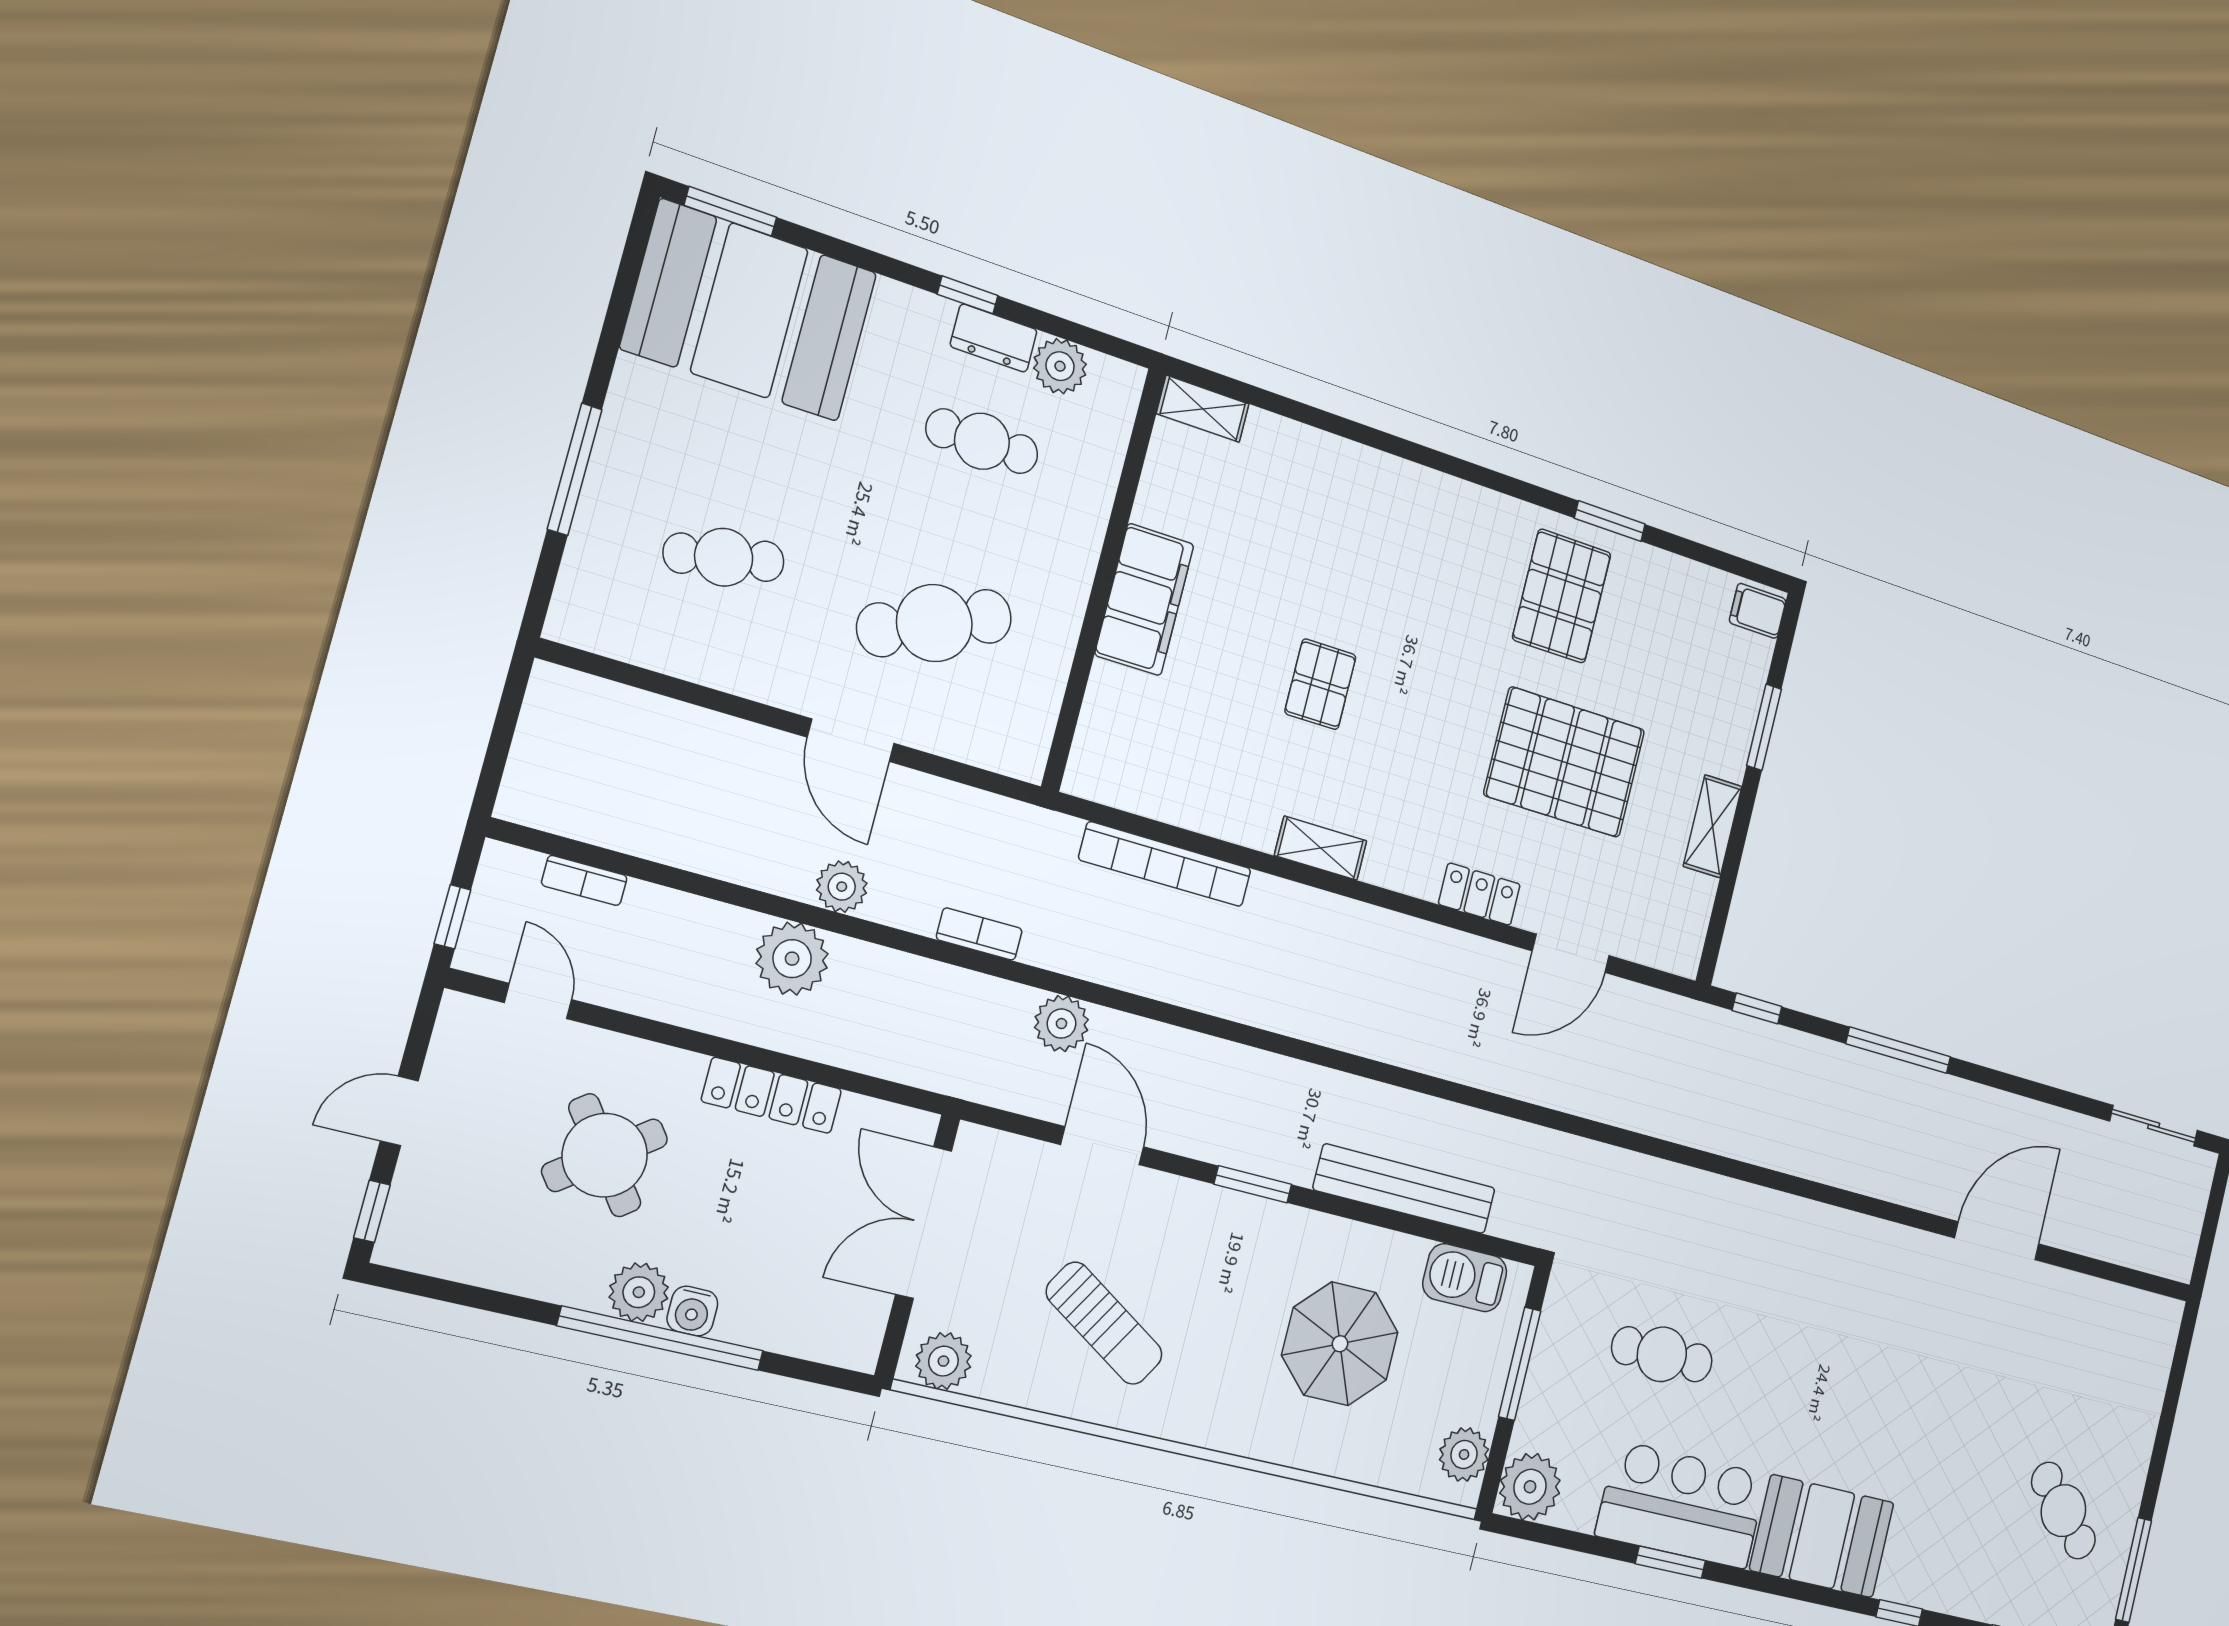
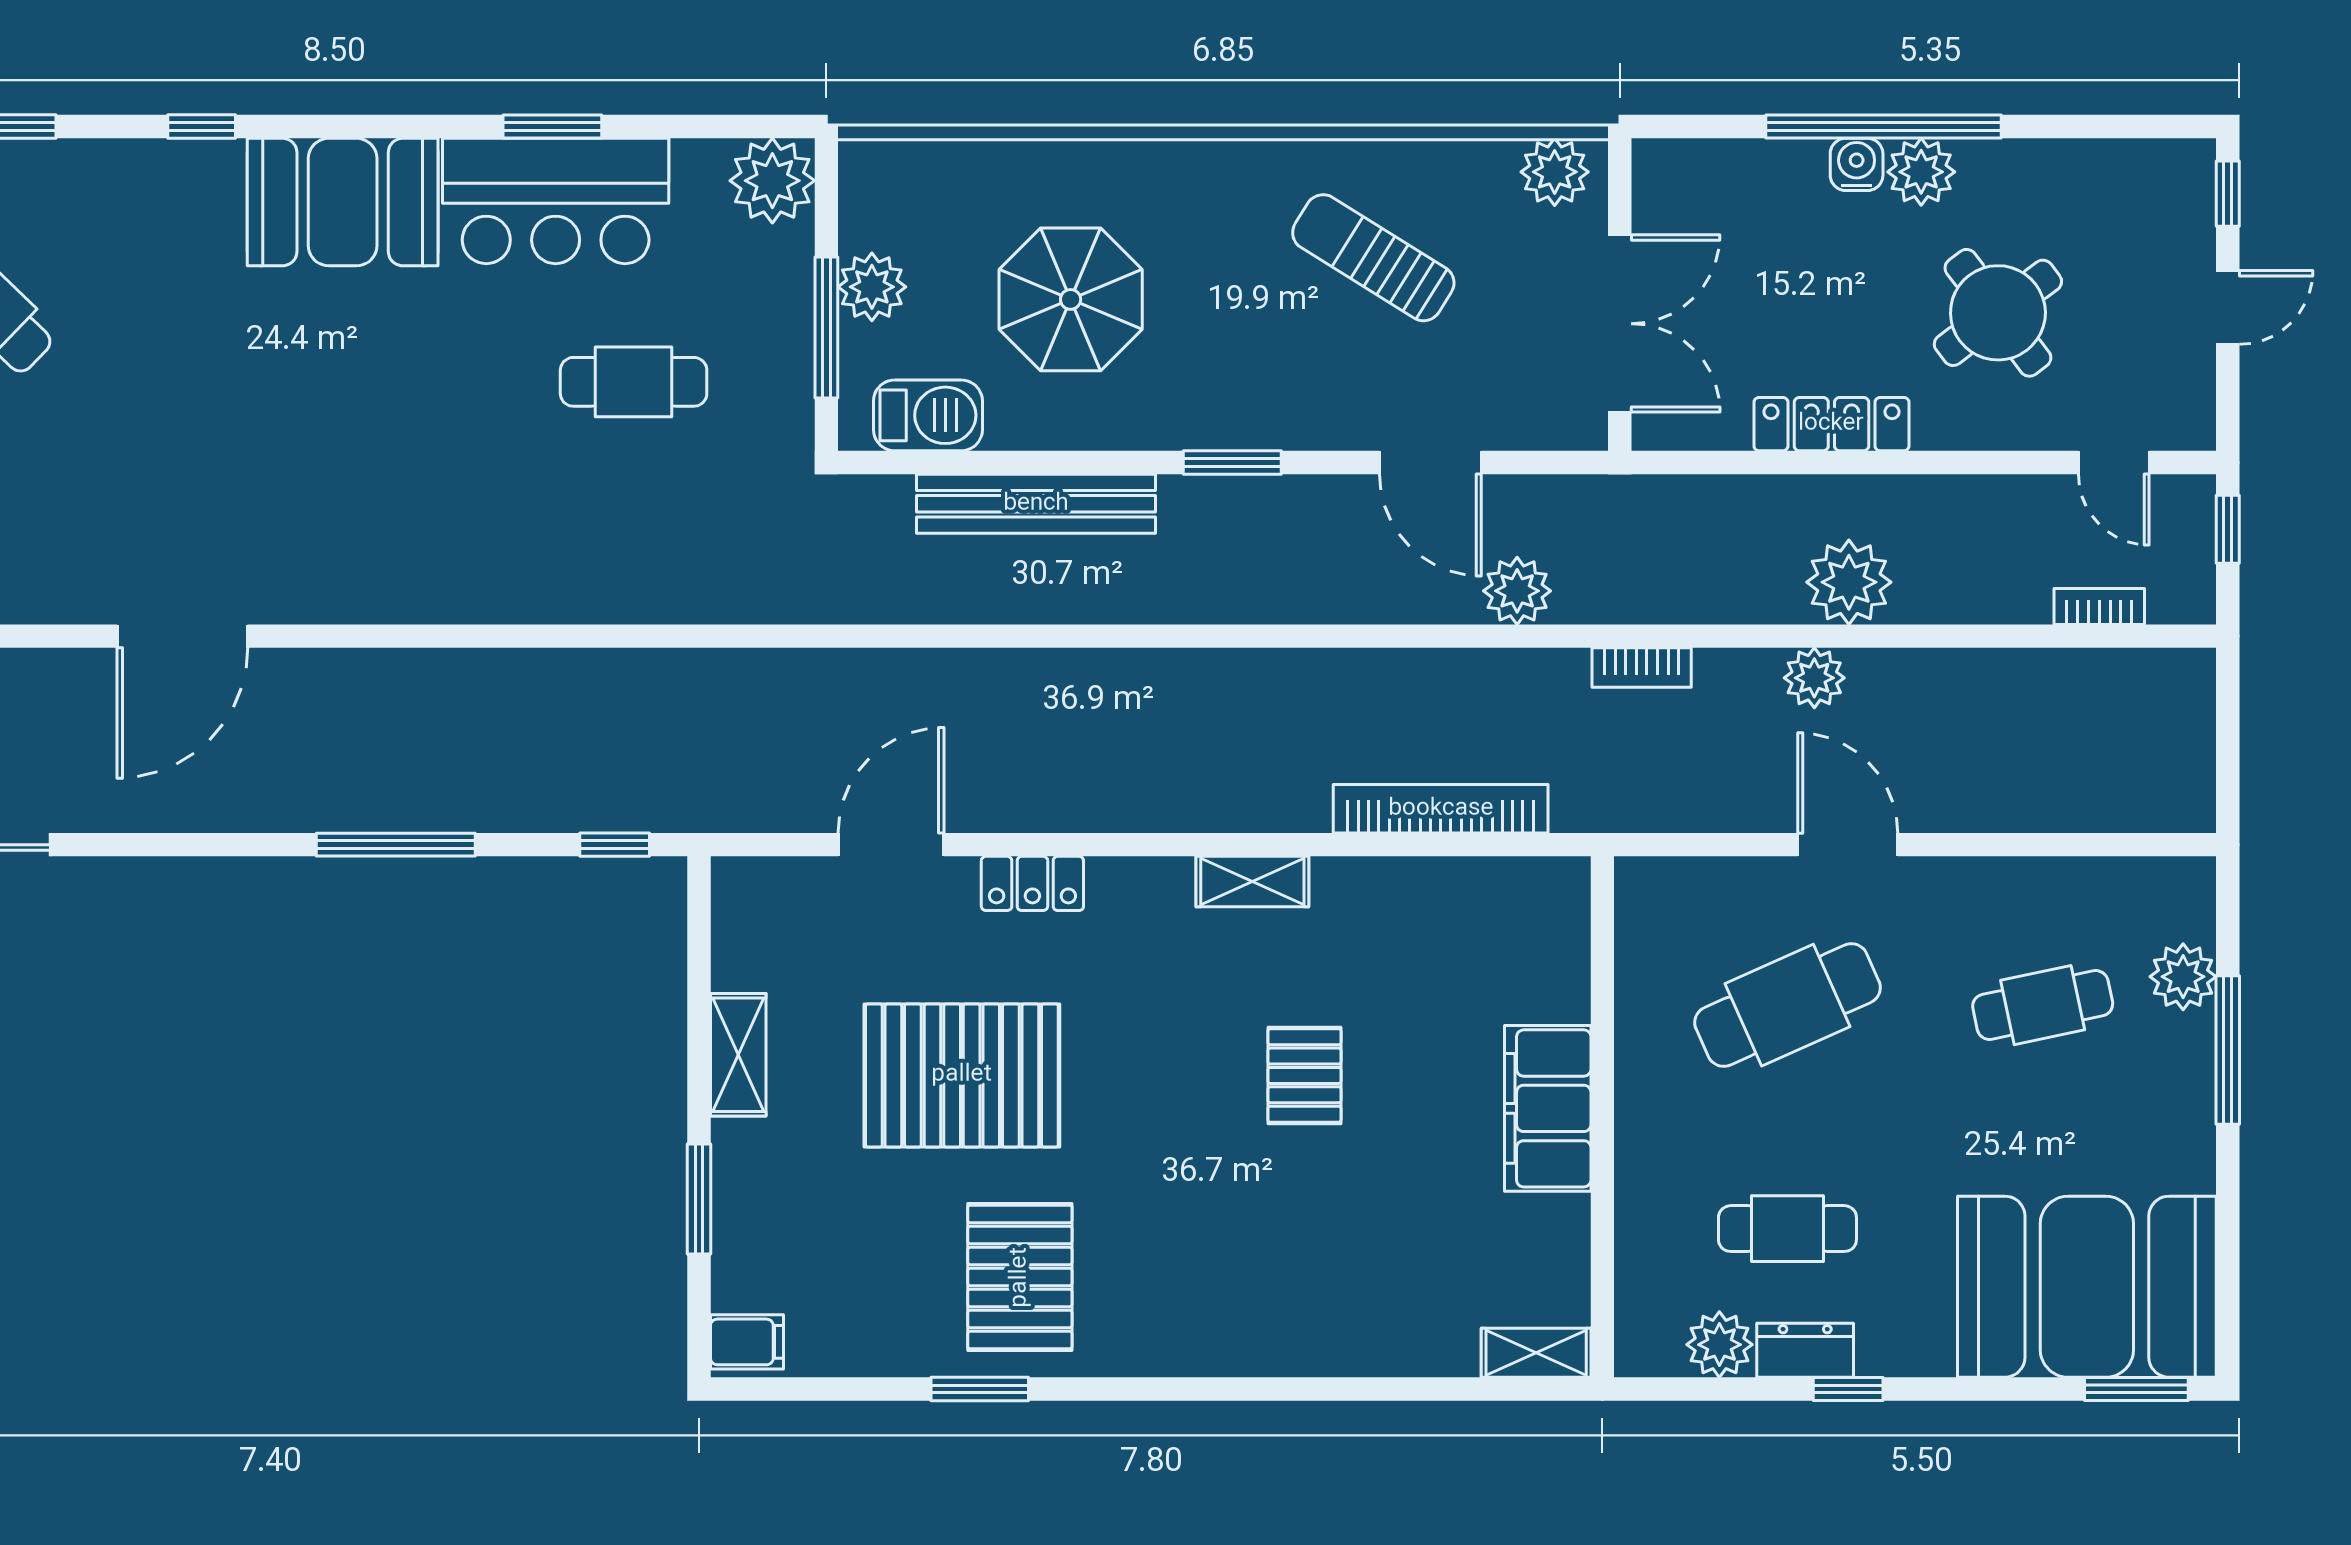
plant: (597, 544) -> (2183, 977), added
plant: (1464, 1454) -> (872, 287), moved

